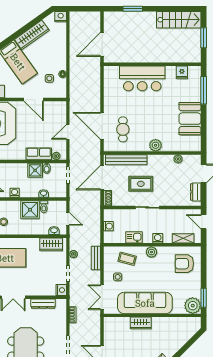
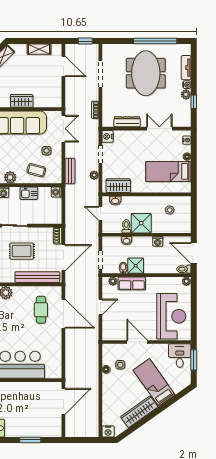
washing machine: (108, 226) -> (57, 192), moved

